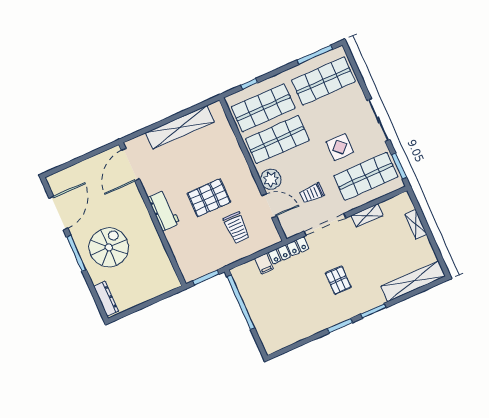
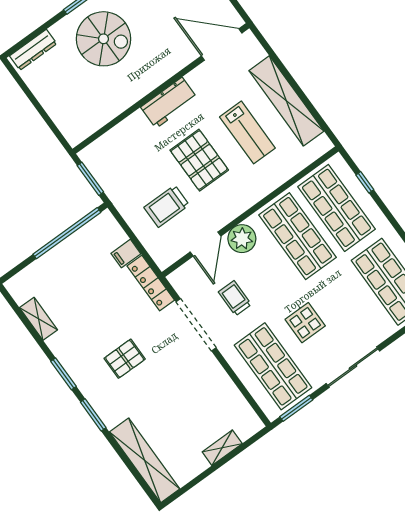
lab bench: (196, 159) -> (247, 132), added
shelving: (367, 215) -> (39, 319), moved

